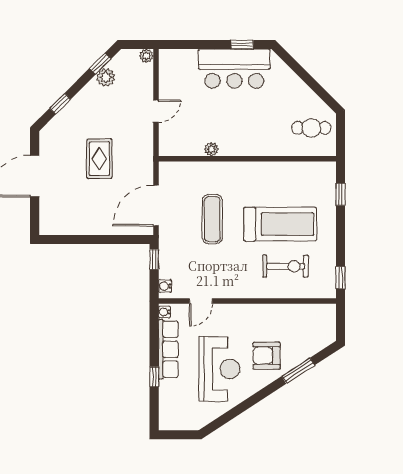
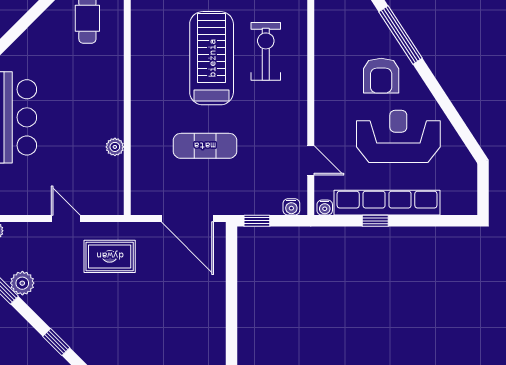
rug: (99, 159) -> (110, 256), moved
row of seats: (168, 349) -> (387, 203), width x1.36
window: (298, 371) -> (401, 35), width x1.44
window: (154, 377) -> (375, 221), moved

